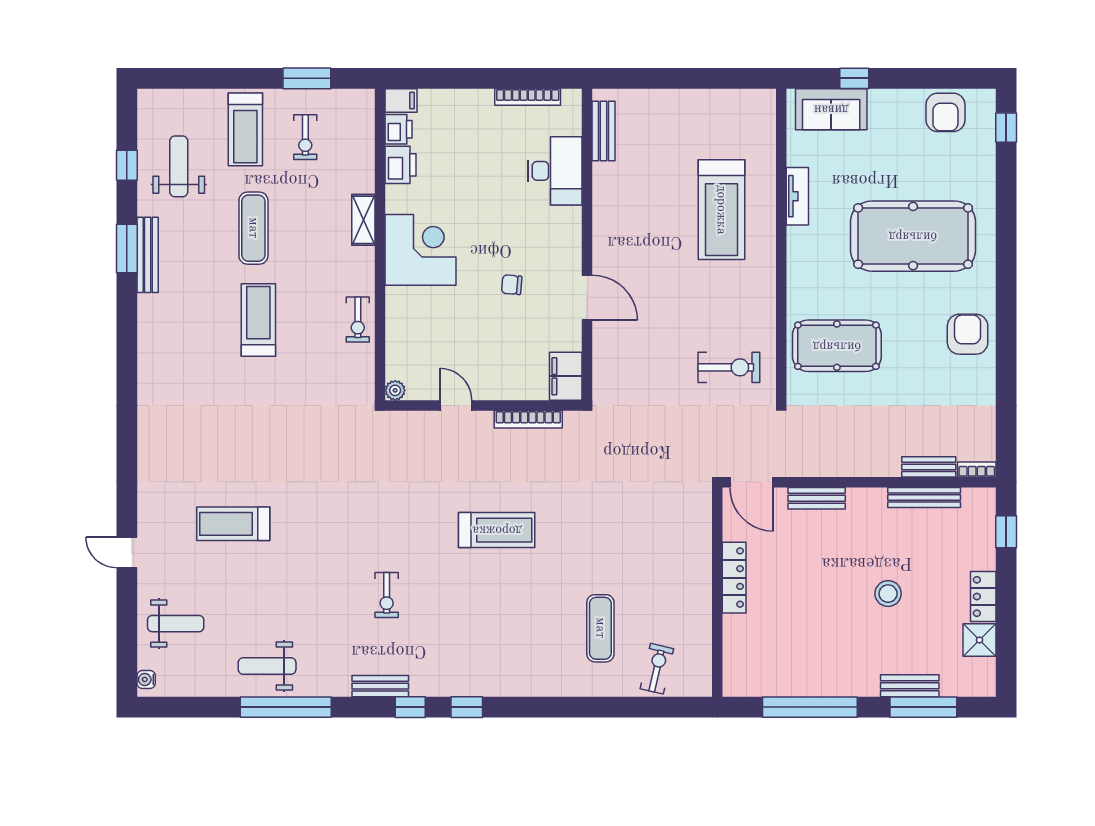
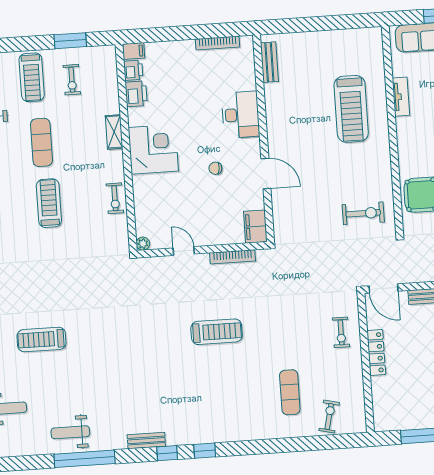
desk: (555, 171) -> (241, 115), moved
exercise bike: (387, 595) -> (341, 332), moved

